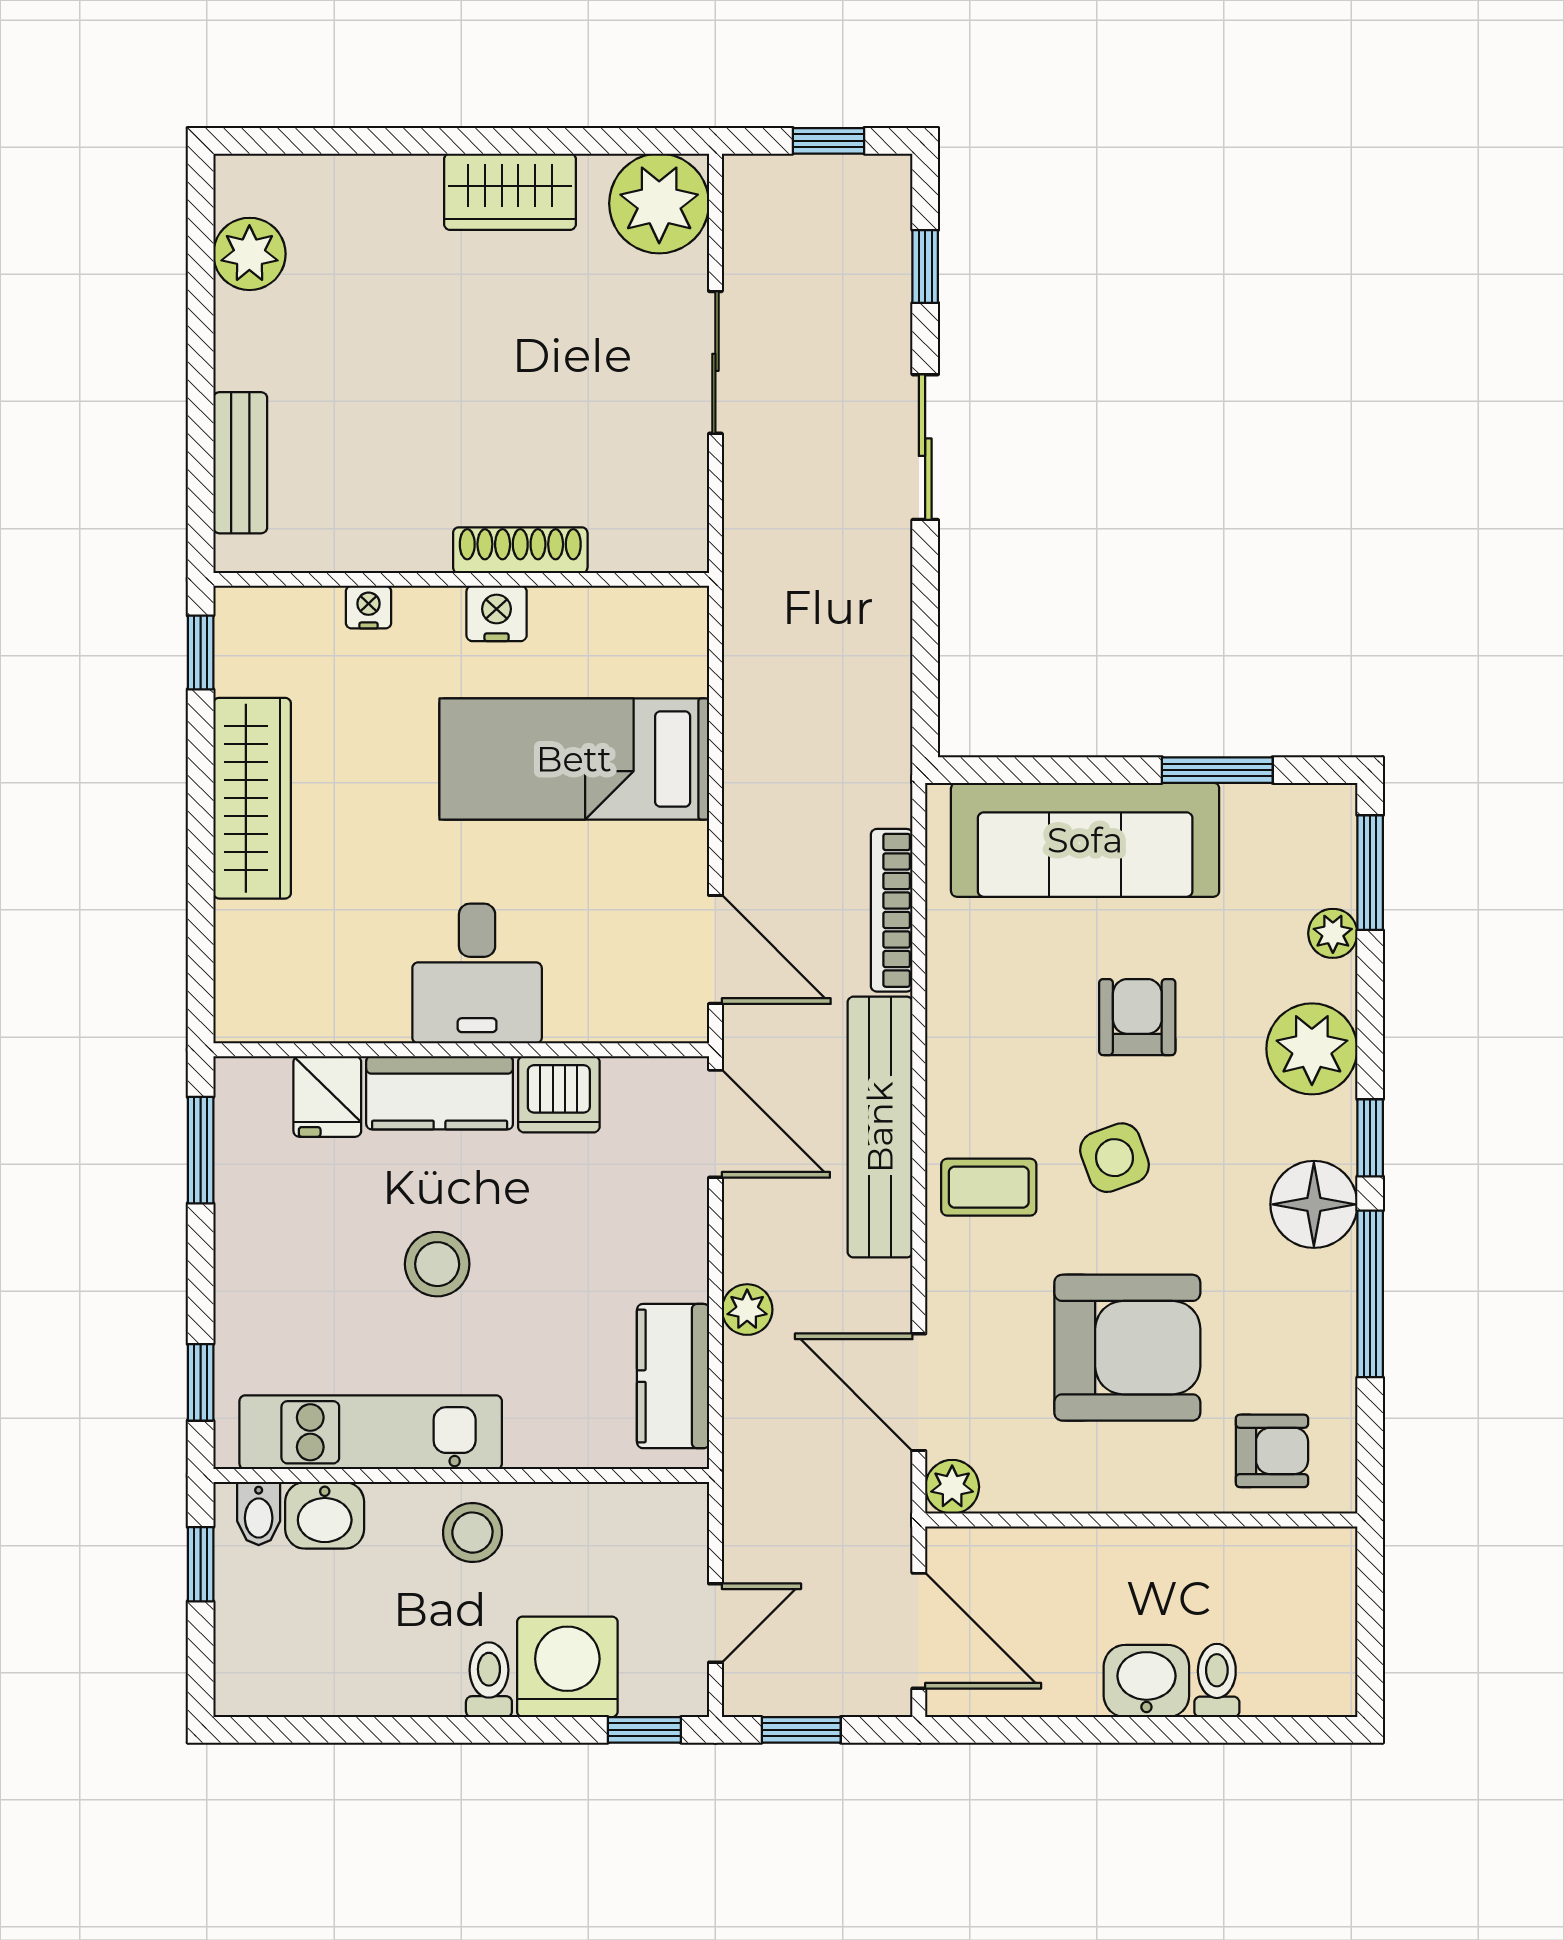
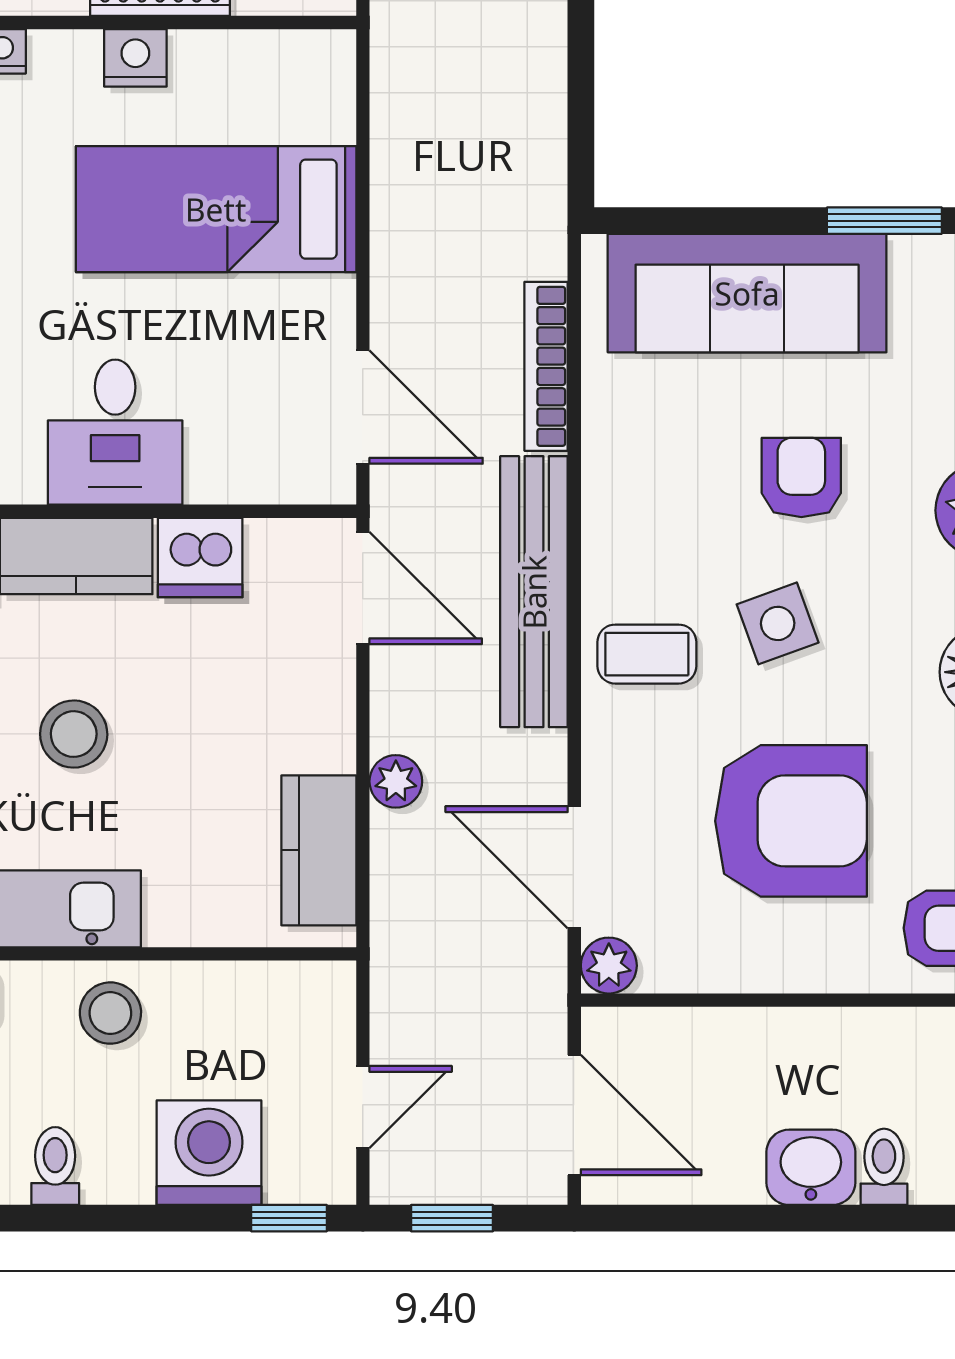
toilet: (489, 1680) -> (55, 1166), moved

